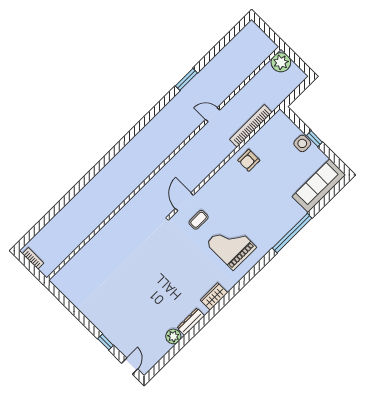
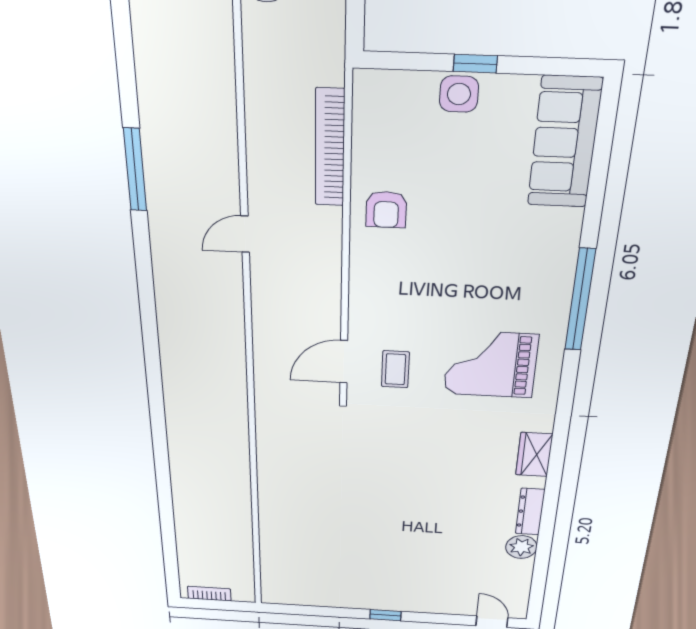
window: (186, 79) -> (135, 170), width x1.44
door: (213, 115) -> (245, 234), moved
door: (184, 202) -> (344, 362), hinge flipped
window: (292, 233) -> (580, 300), moved
window: (106, 342) -> (385, 615), moved

